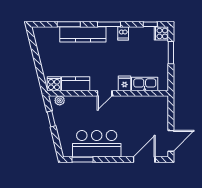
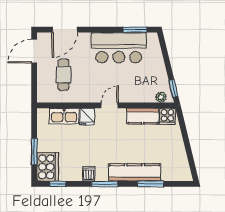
cooker: (161, 33) -> (48, 167), width x1.87, depth x1.31
window: (51, 119) -> (173, 88), moved
cafe table: (145, 120) -> (63, 75), added

